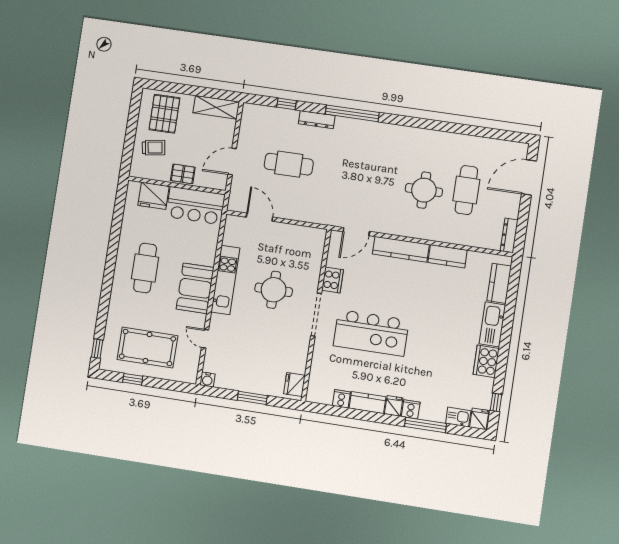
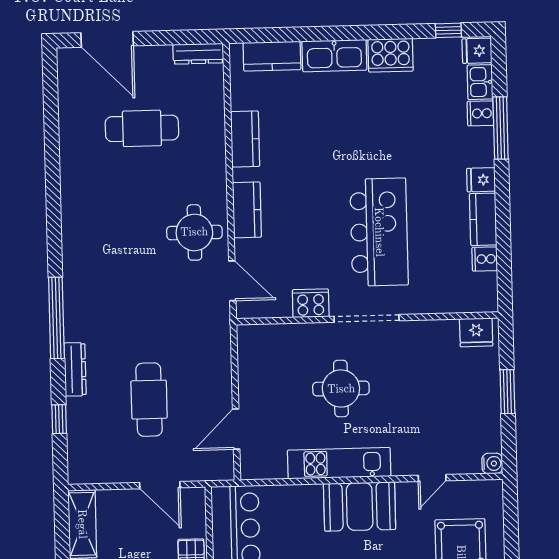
round table: (424, 190) -> (194, 232), moved
kitchen counter: (401, 249) -> (247, 210), width x0.67
cooker: (411, 409) -> (480, 113), moved

